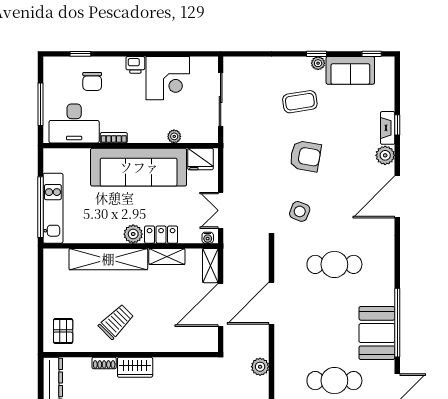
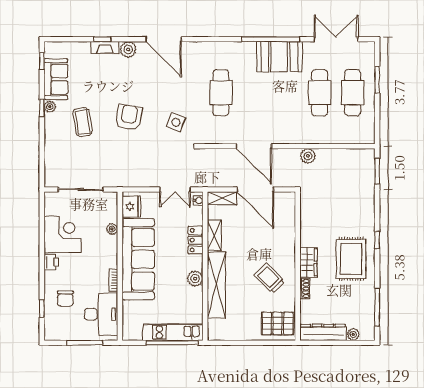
chair: (92, 81) -> (65, 299), turned 90
plant: (133, 234) -> (195, 279), moved
pallet: (63, 331) -> (278, 323), width x1.50, depth x1.42

